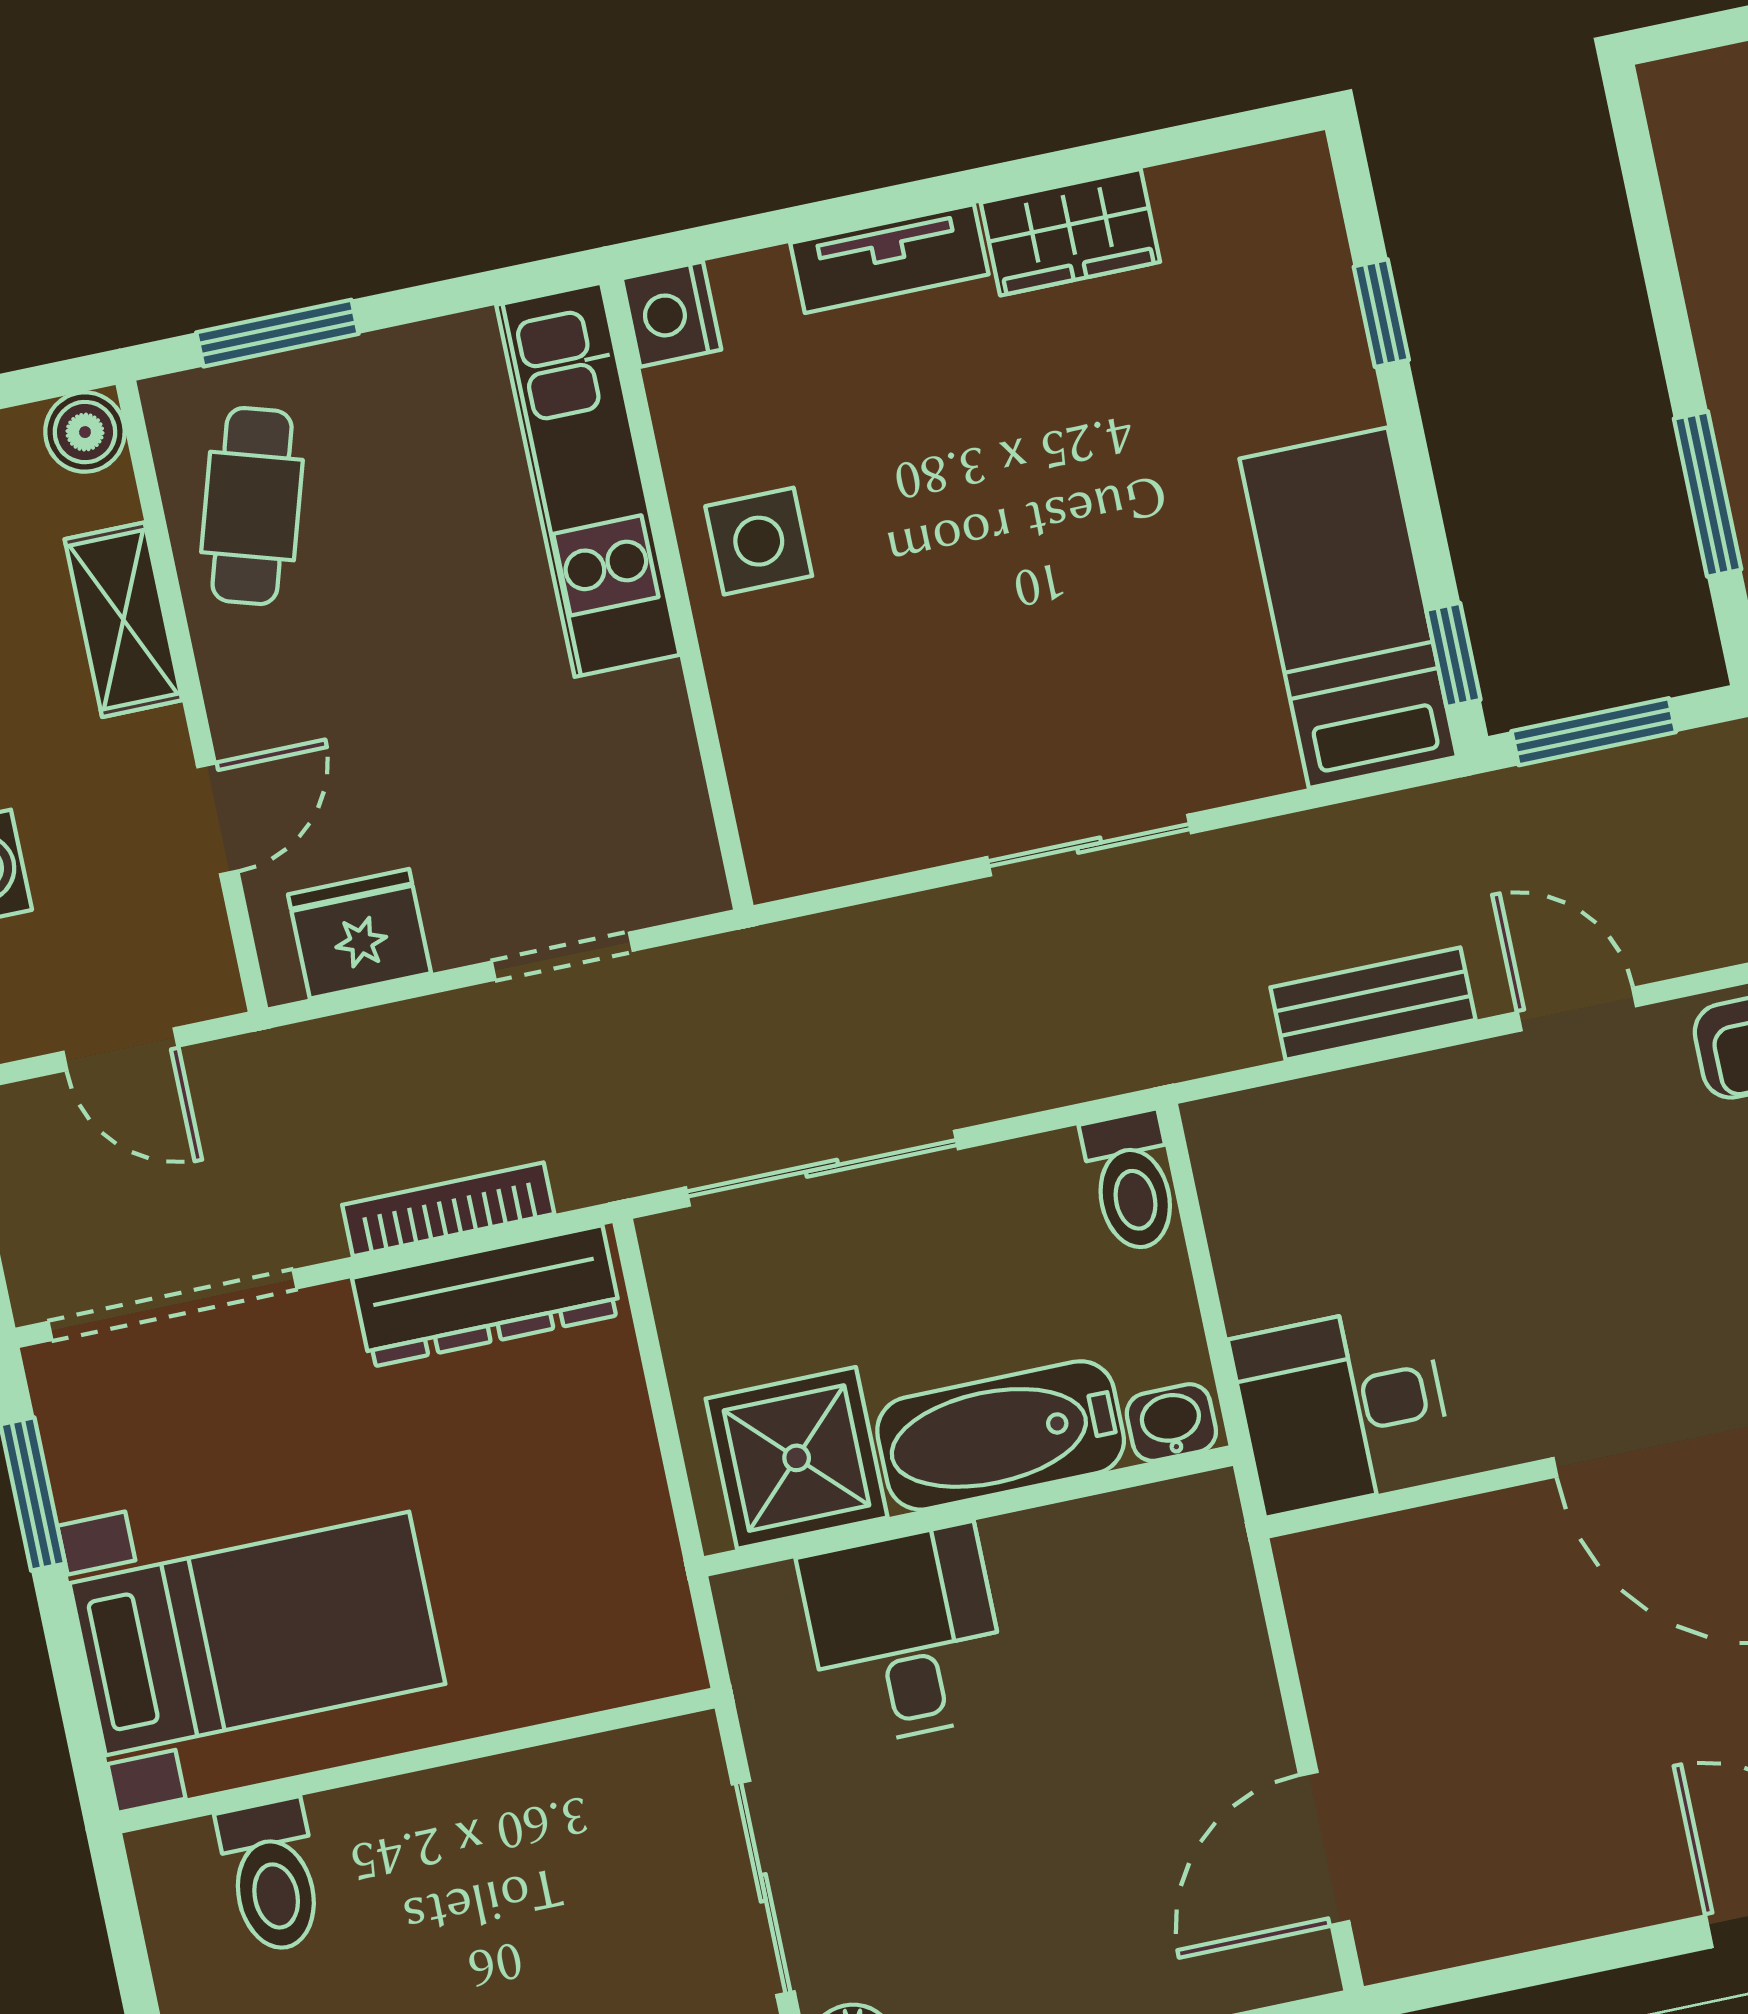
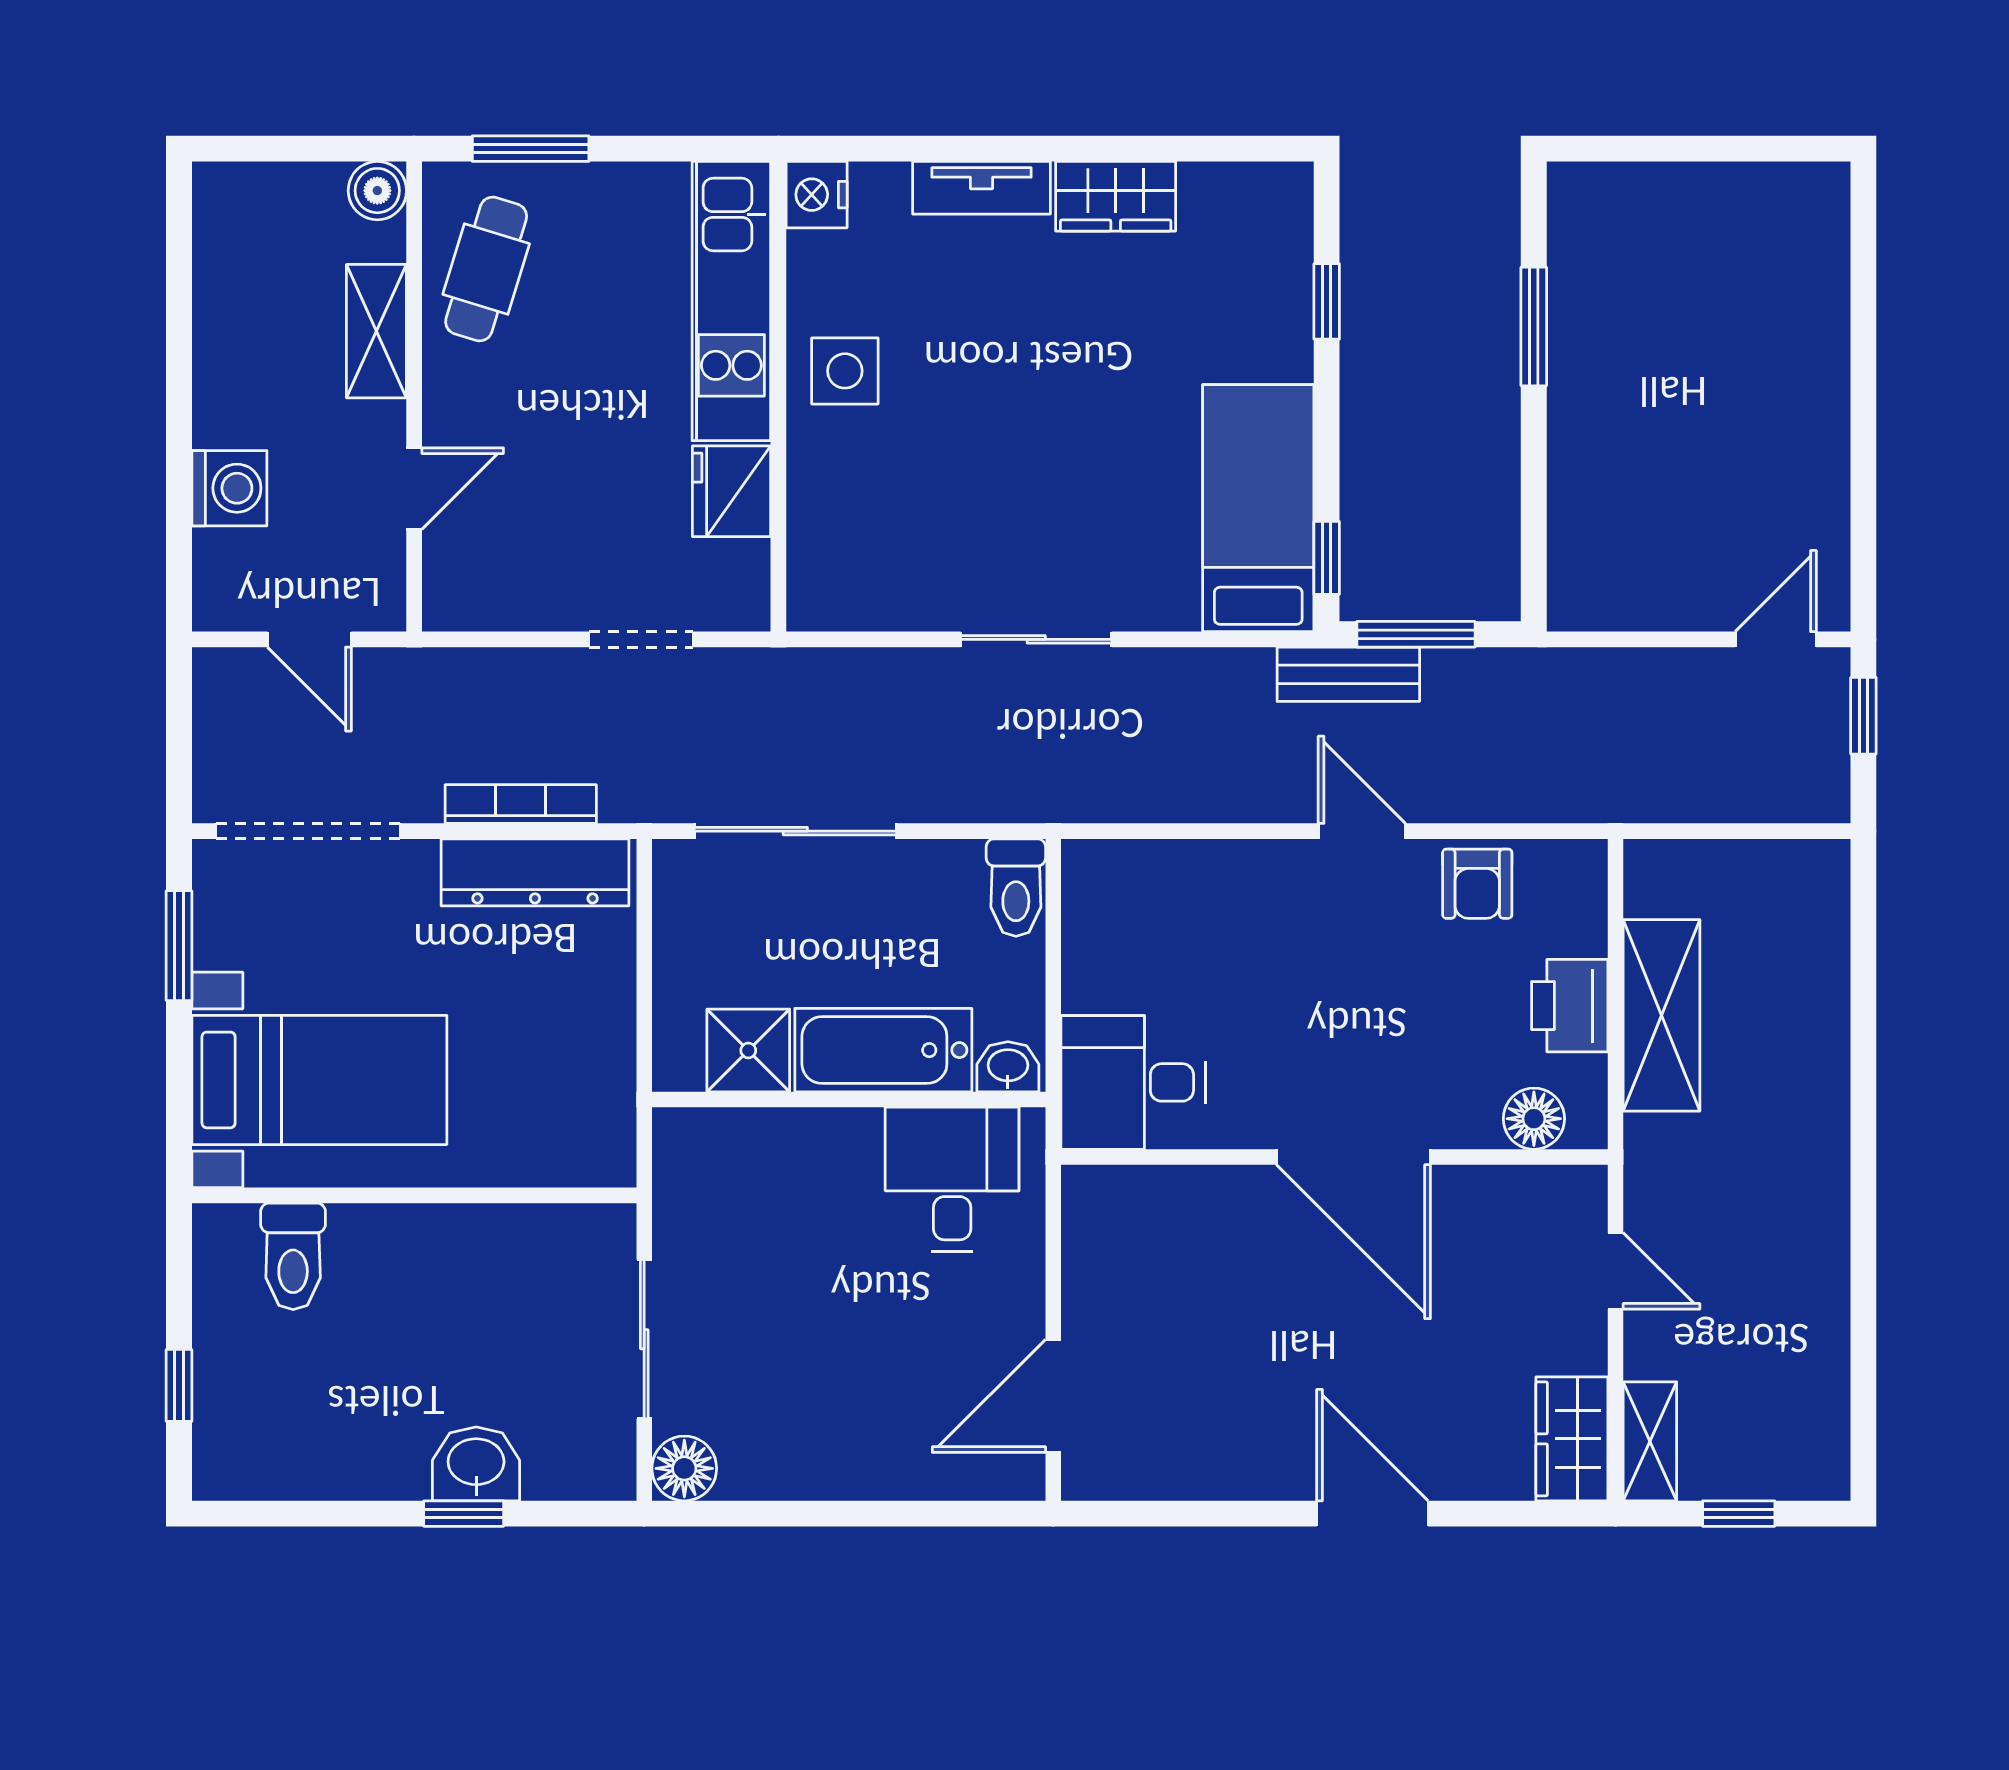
window: (1708, 494) -> (1534, 326), moved
fridge: (359, 934) -> (732, 491), moved, turned -90
bench: (1373, 1004) -> (1348, 674), moved
shower: (797, 1458) -> (748, 1050), width x0.73, depth x0.73
desk: (905, 1635) -> (952, 1179), moved

